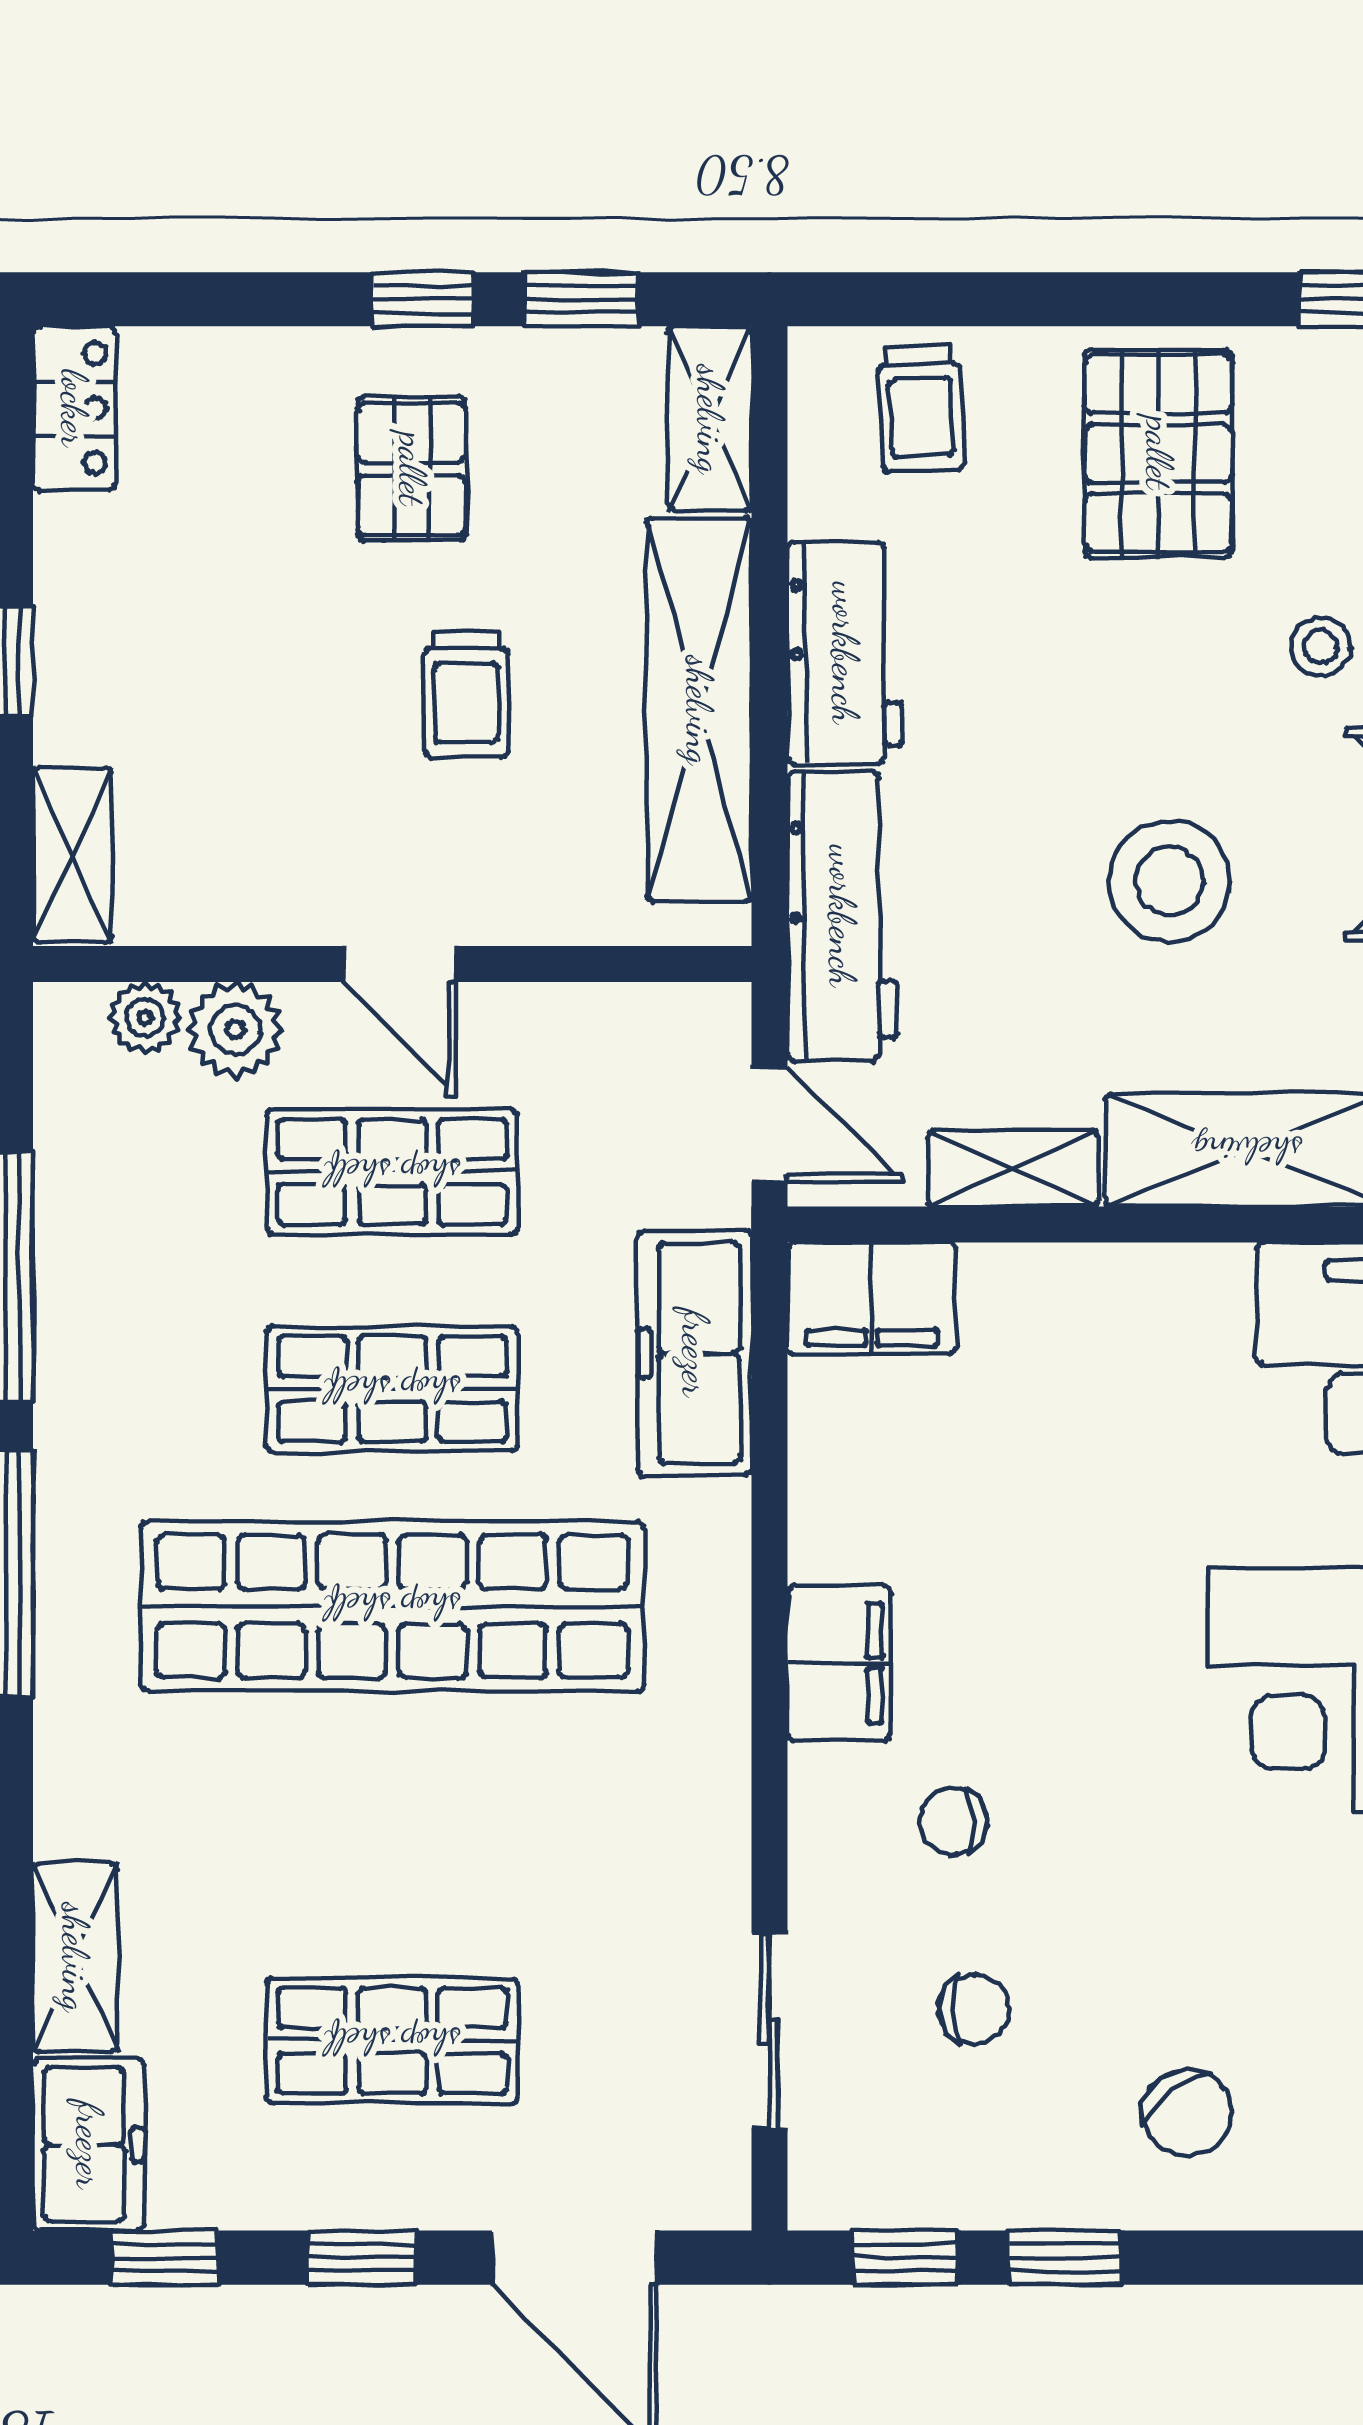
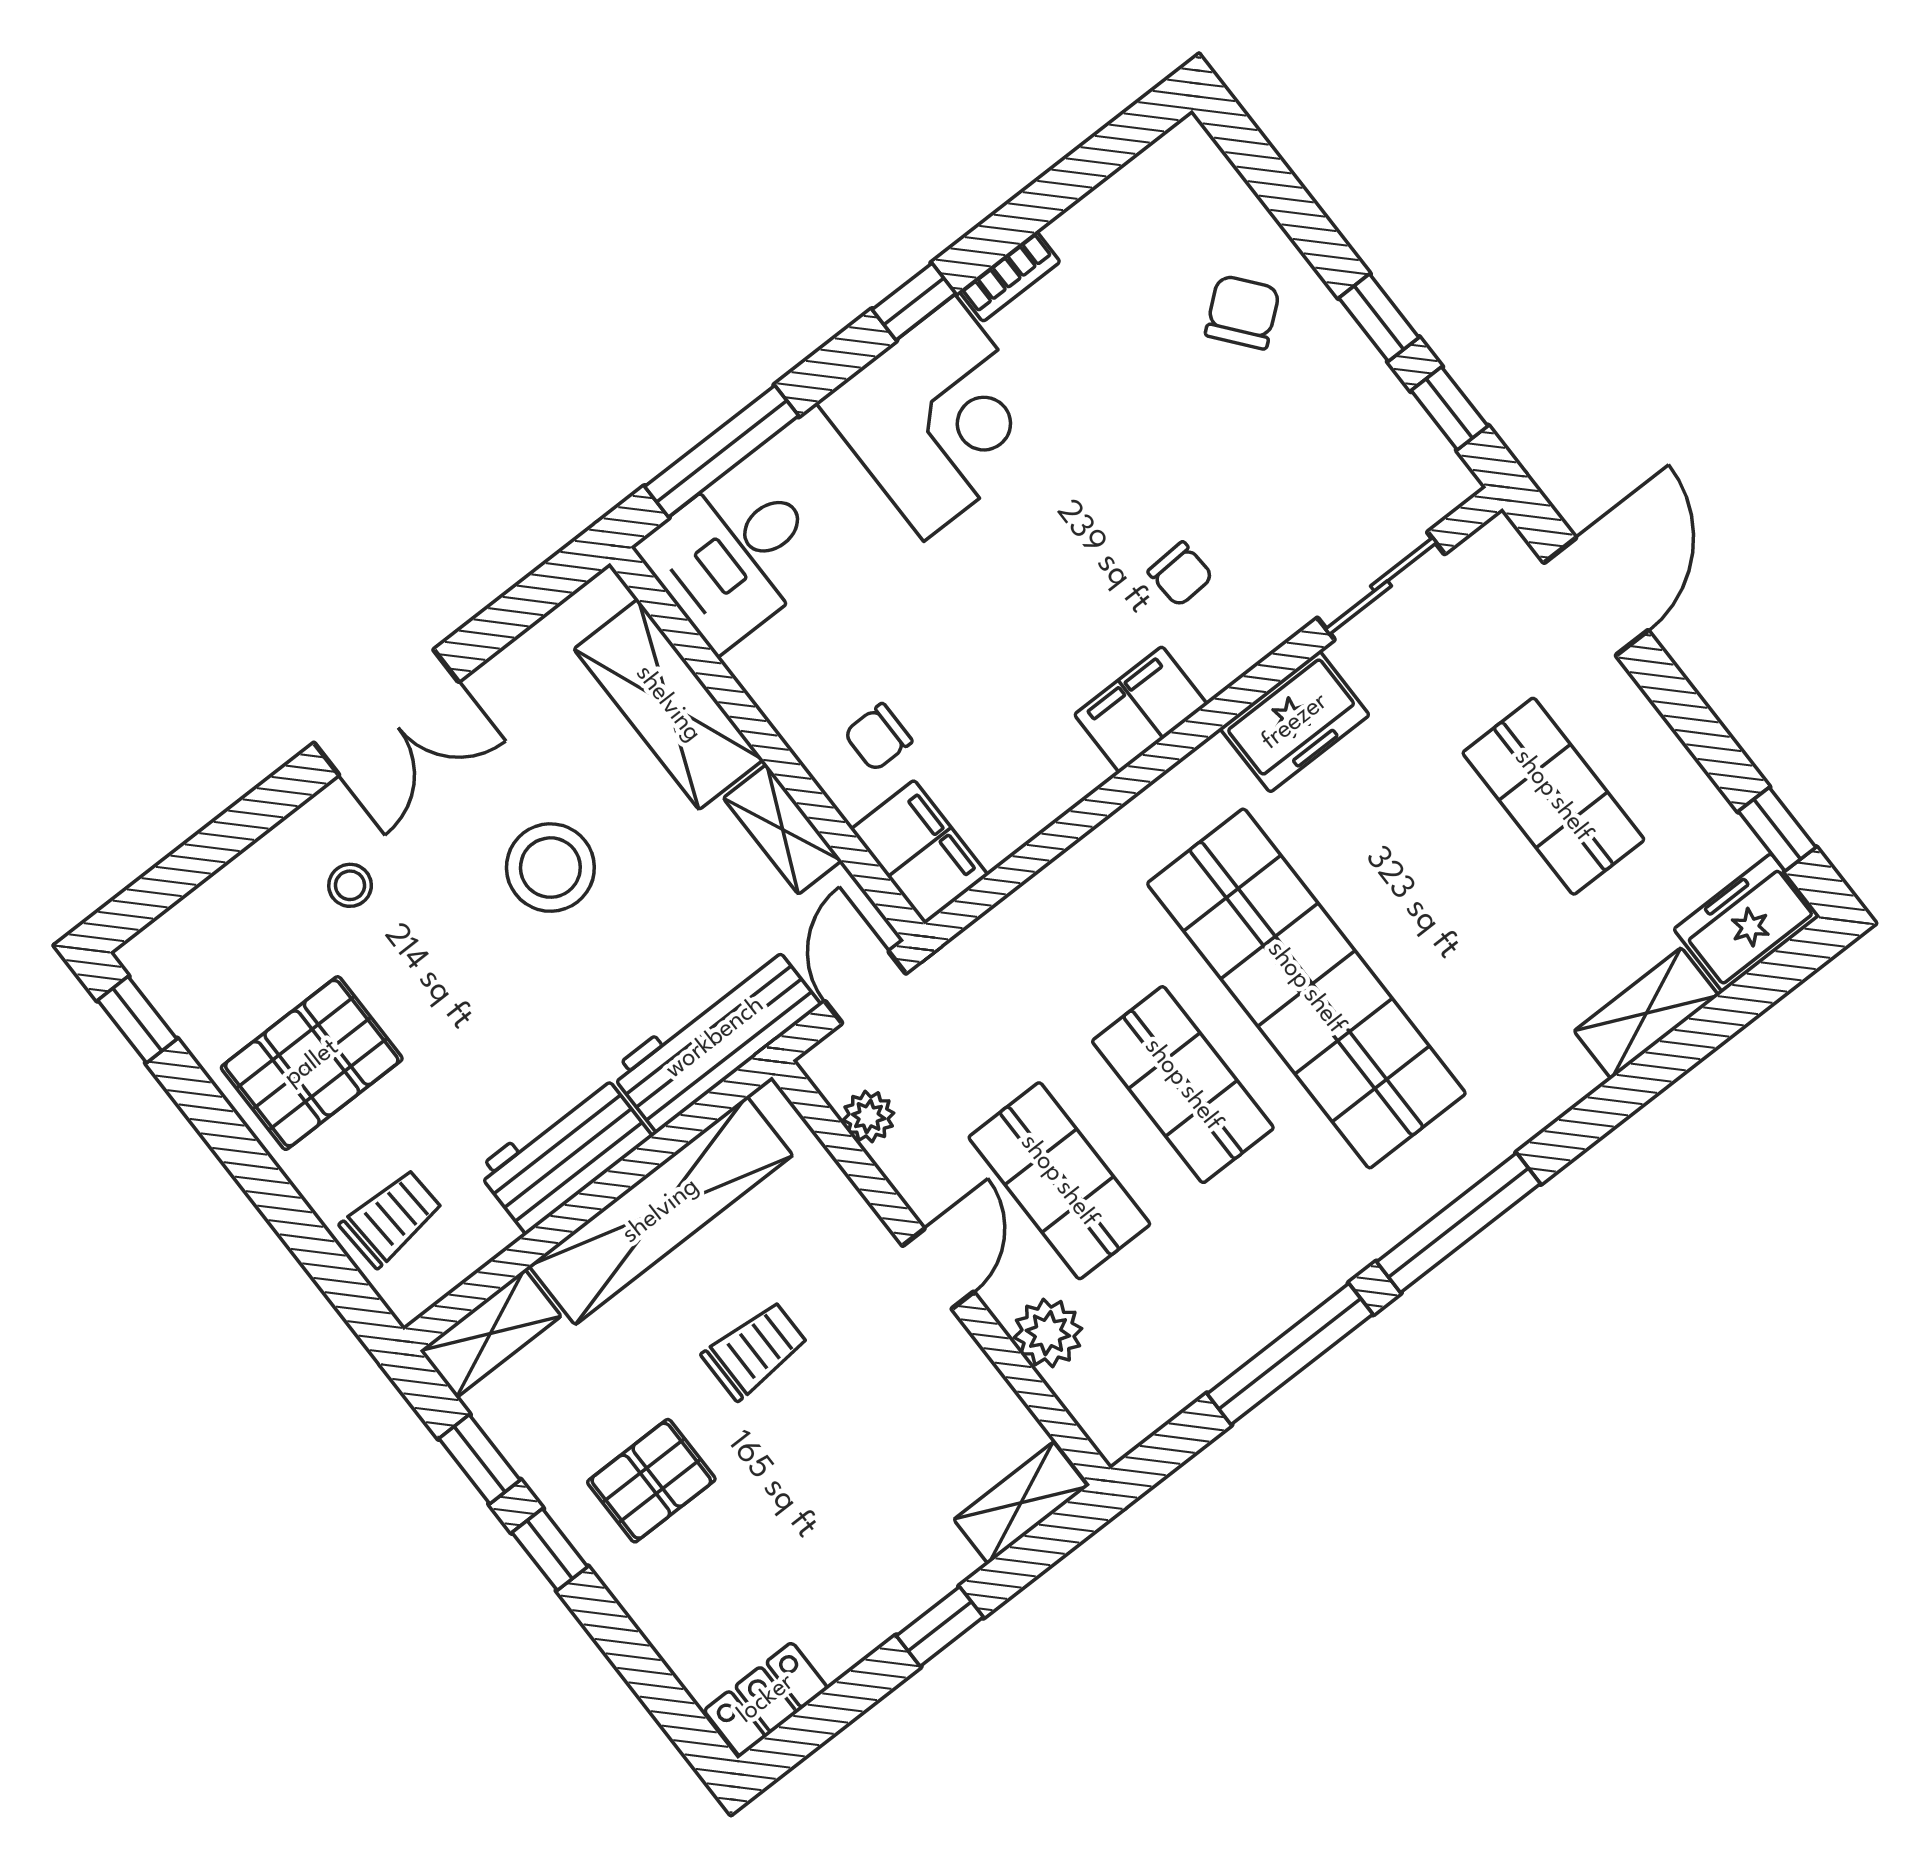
plant: (145, 1018) -> (869, 1116), moved
freezer: (695, 1353) -> (1295, 722), moved, width x0.71
chair: (974, 2009) -> (878, 737), moved, turned -90
window: (361, 2258) -> (1690, 718), removed

